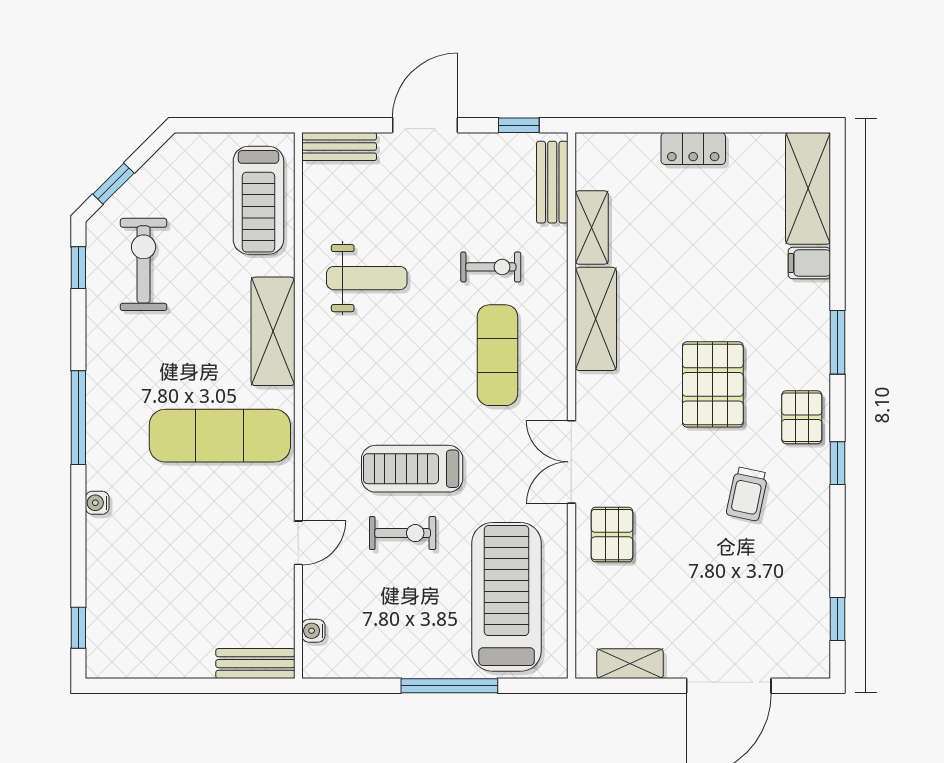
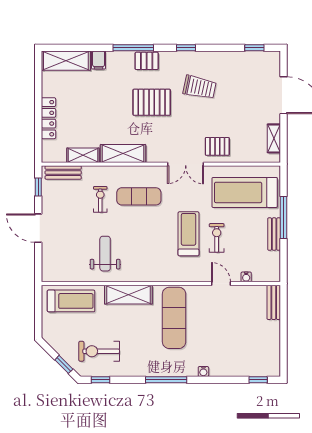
bench: (339, 147) -> (274, 234), moved
locker: (693, 148) -> (48, 118), width x1.53
window: (838, 342) -> (133, 48), width x1.44
pallet: (802, 417) -> (147, 61), moved
treadmill: (412, 469) -> (189, 234), turned 180
trolley: (747, 494) -> (200, 87), width x1.36, depth x1.39
water cooler: (313, 631) -> (246, 277), moved

